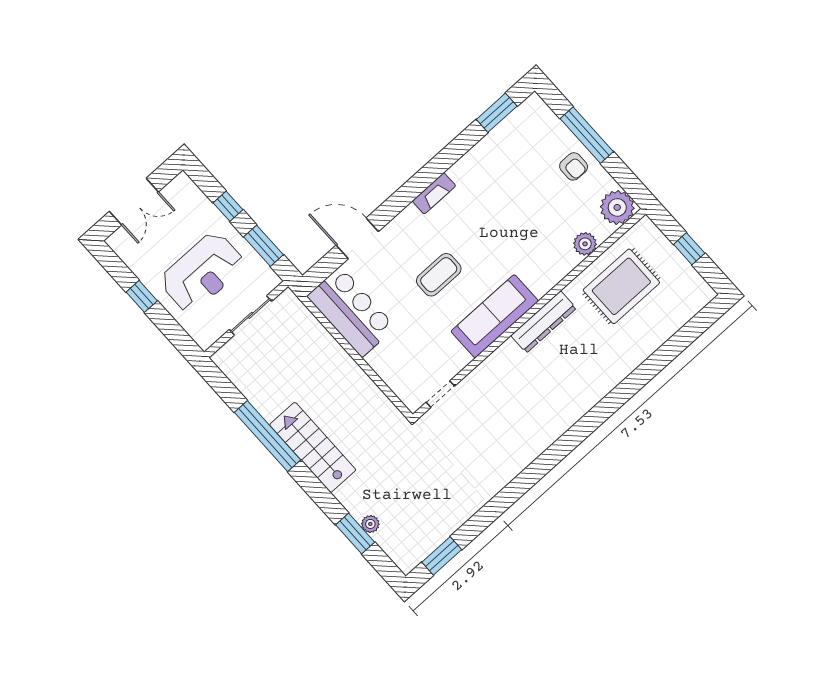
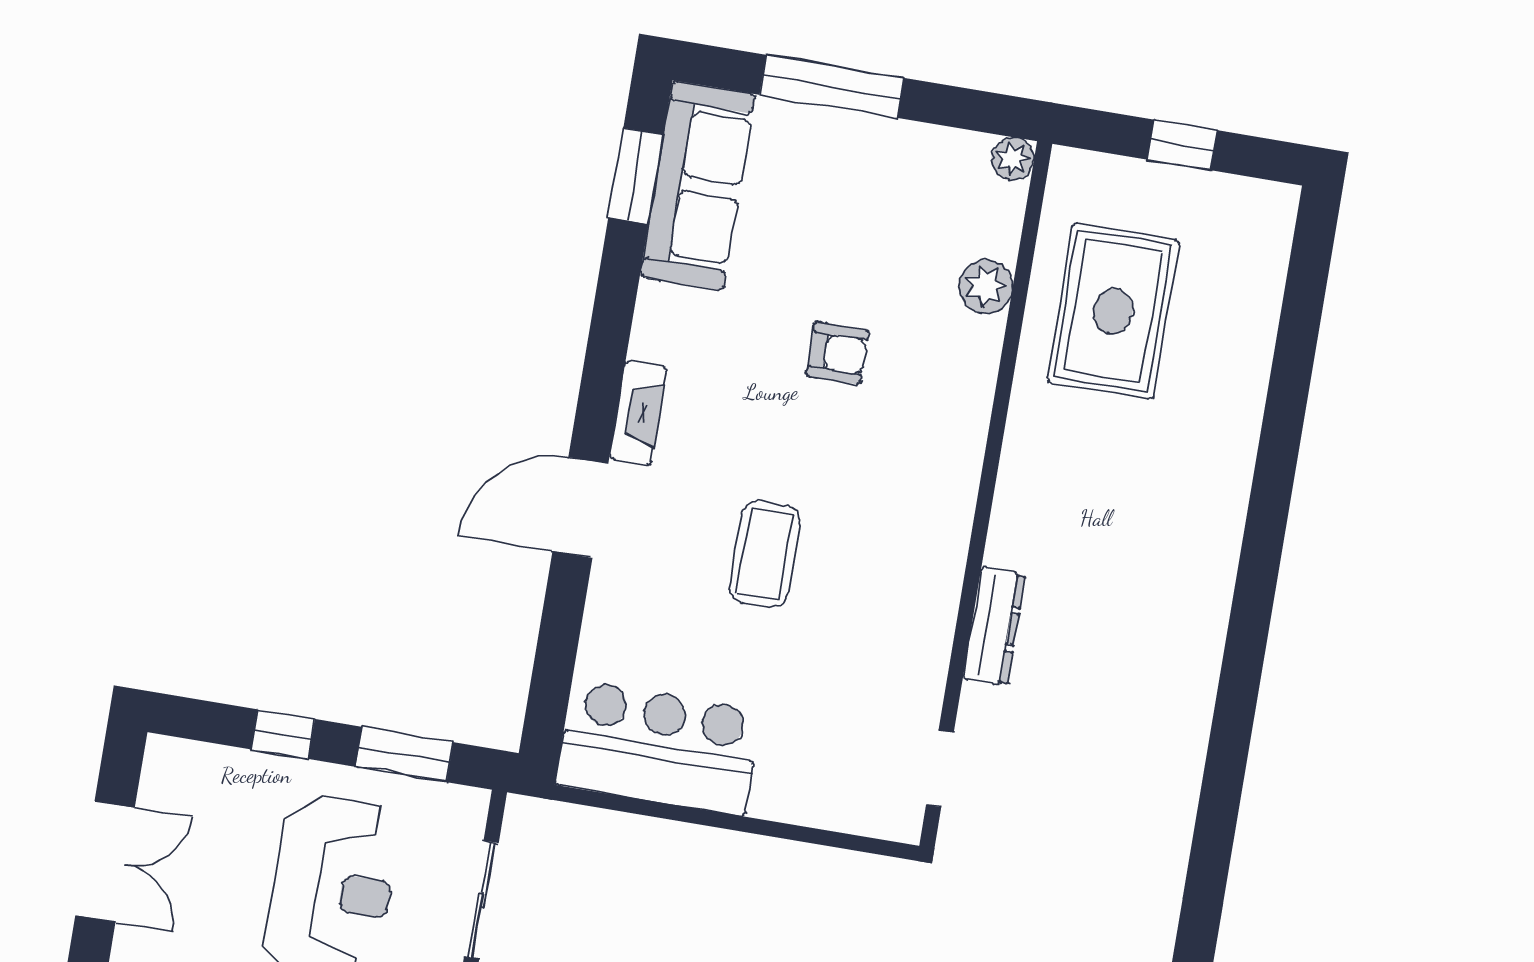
armchair: (574, 166) -> (838, 353), moved
plant: (617, 207) -> (1013, 159), width x0.53, depth x0.53
door: (357, 238) -> (580, 507), moved
sofa: (495, 316) -> (698, 185), moved, turned 180
dresser: (543, 322) -> (994, 626), moved, width x0.73, depth x0.80

